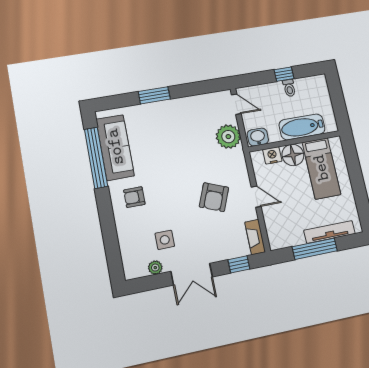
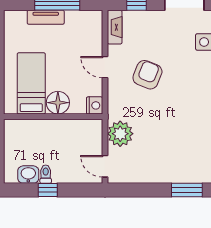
bathtub: (302, 127) -> (42, 130), removed
washbasin: (258, 137) -> (28, 175), moved, turned 180
nightstand: (272, 155) -> (95, 105), moved, turned -90
tv unit: (329, 232) -> (46, 17), width x0.71

